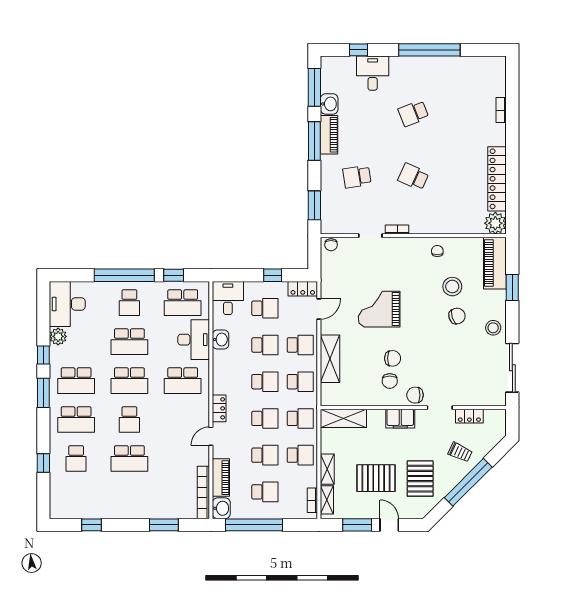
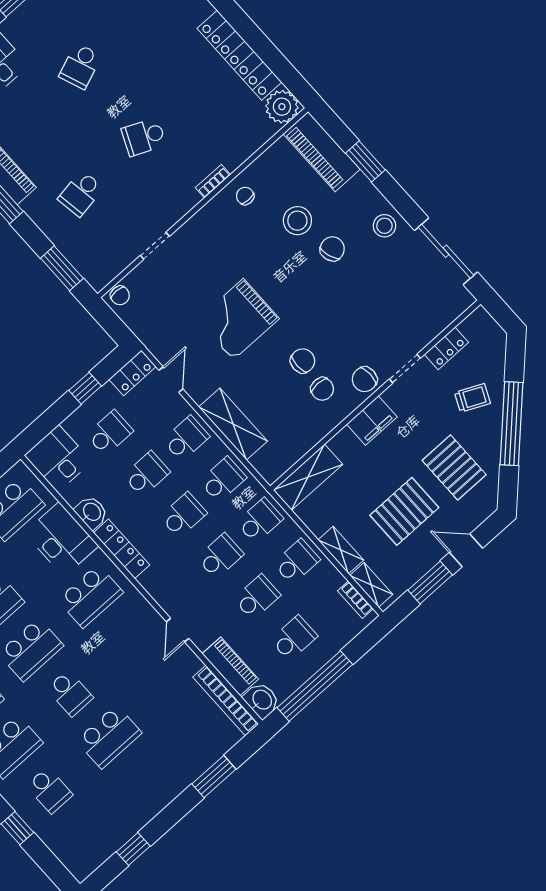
bookcase: (397, 229) -> (213, 181), moved
locker: (219, 408) -> (122, 549), moved, width x1.53

